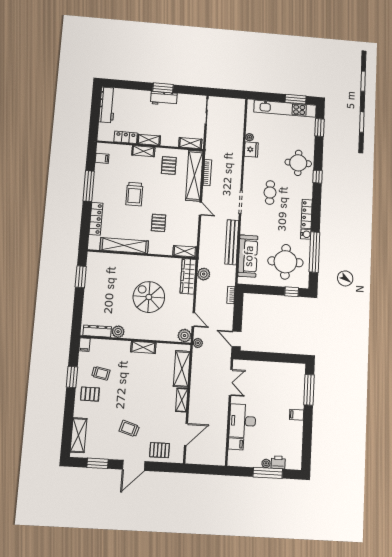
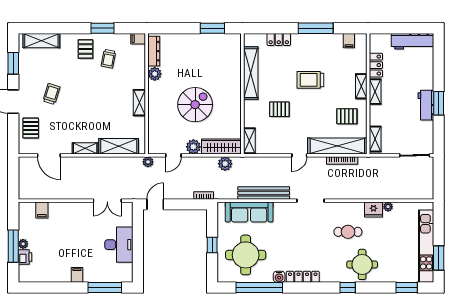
cafe table: (270, 193) -> (348, 232), moved
locker: (96, 219) -> (279, 39), width x0.66
window: (292, 292) -> (212, 245), moved
plant: (185, 336) -> (193, 147), moved
desk: (243, 421) -> (119, 245), moved, turned 90

